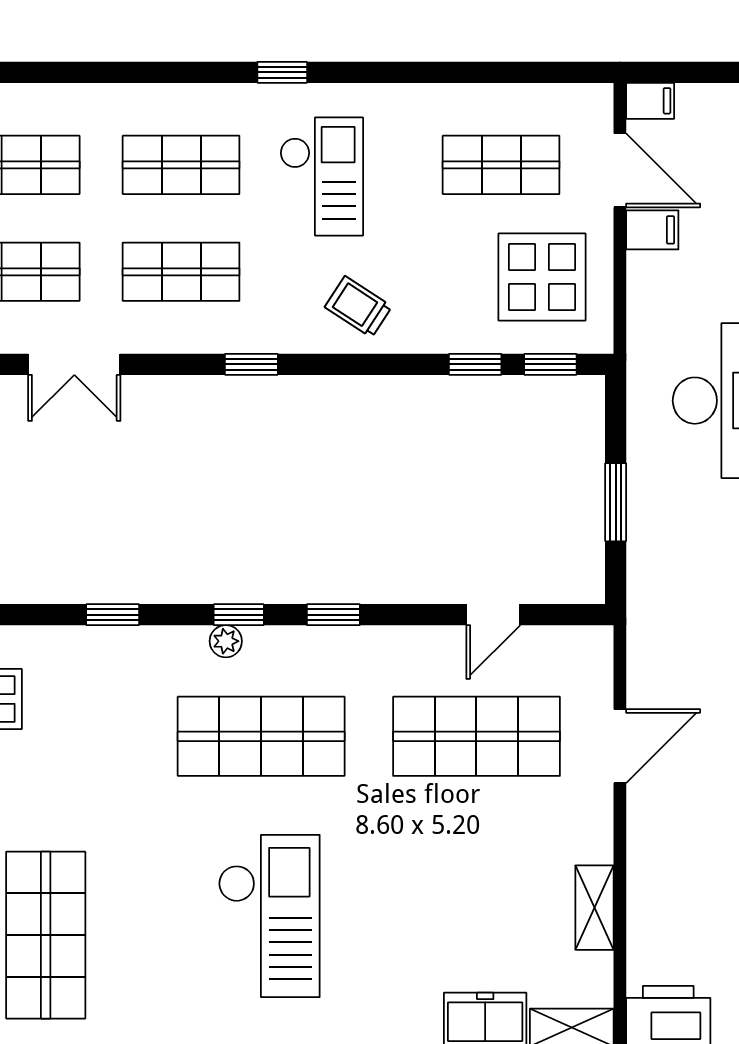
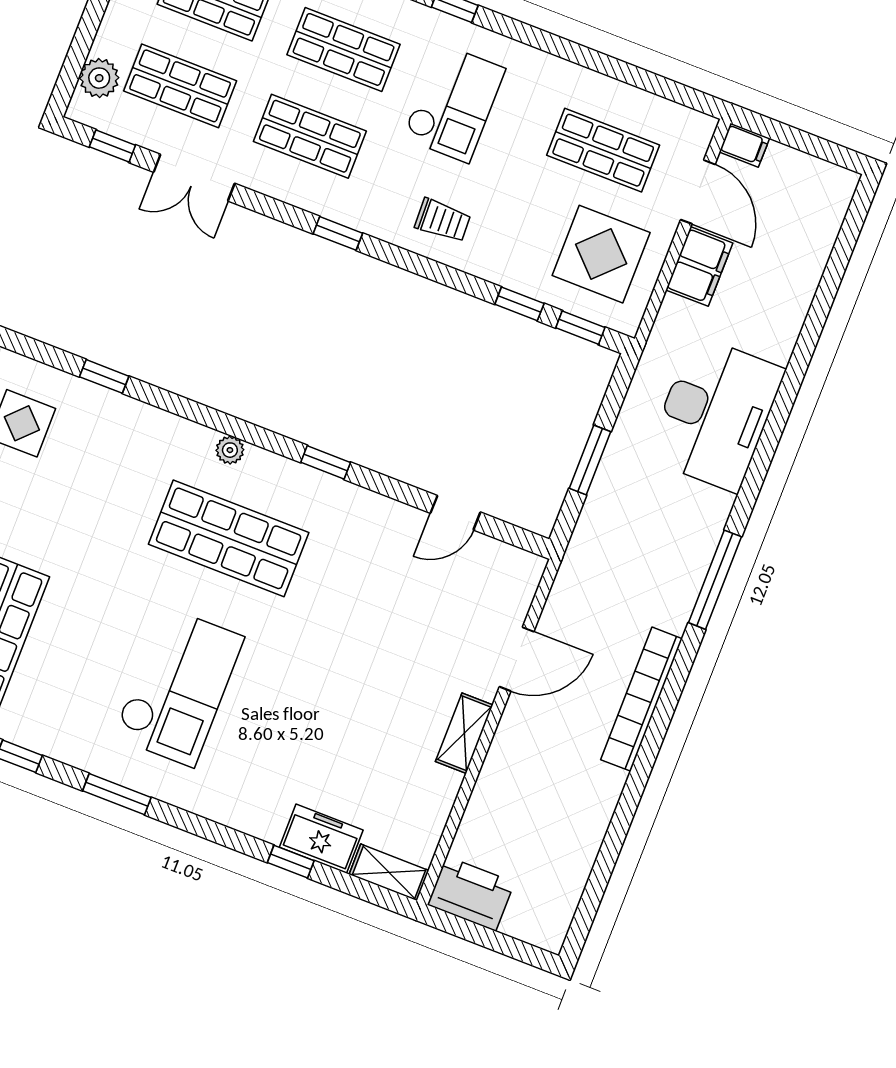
filing cabinet: (652, 230) -> (699, 266), width x2.00
trolley: (358, 307) -> (443, 220), turned 145
window: (113, 615) -> (104, 376), moved
window: (239, 615) -> (249, 433), removed
shop shelf: (476, 736) -> (403, 606), removed
shelving: (595, 908) -> (464, 733), moved

